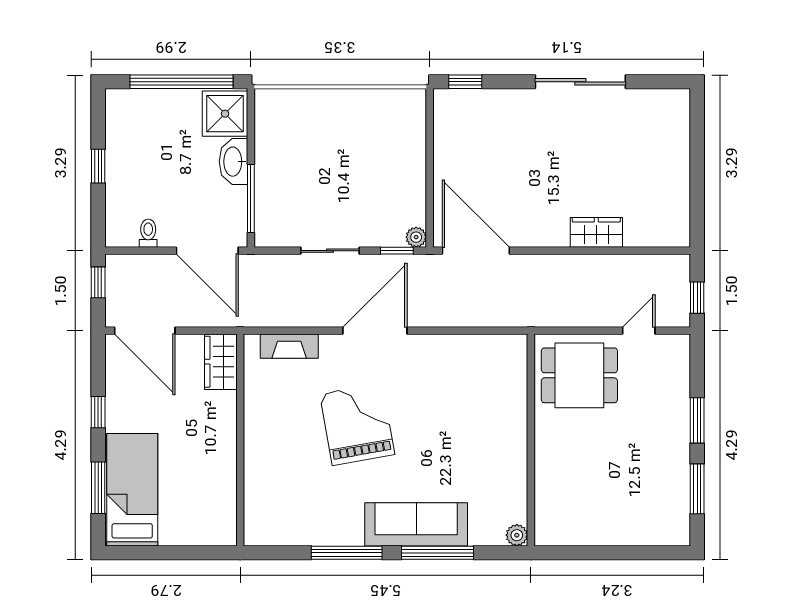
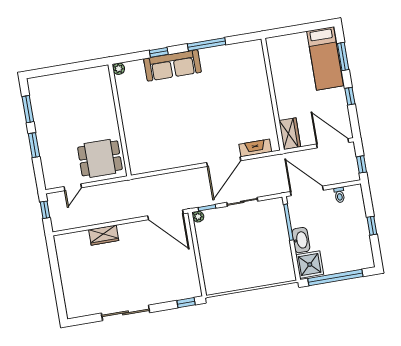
door: (375, 331) -> (224, 162), moved
grand piano: (357, 424) -> (212, 113), removed
window: (438, 553) -> (159, 52), width x0.46

